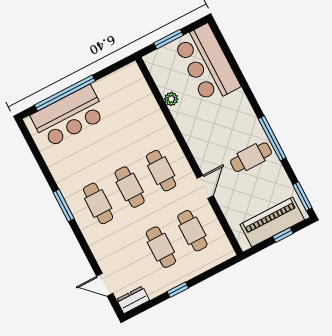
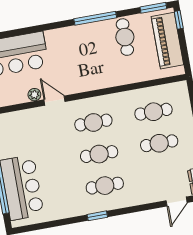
cafe table: (251, 157) -> (125, 37), moved
door: (205, 187) -> (54, 101), moved
window: (64, 206) -> (97, 216), width x0.67
window: (283, 235) -> (179, 20), moved

